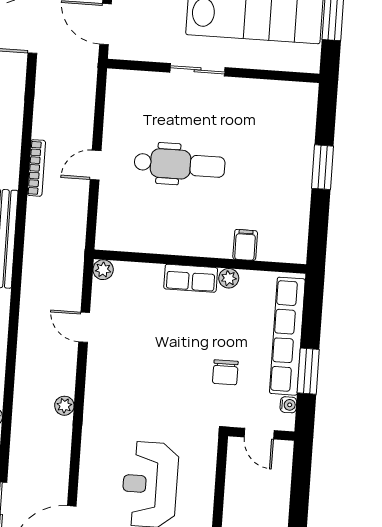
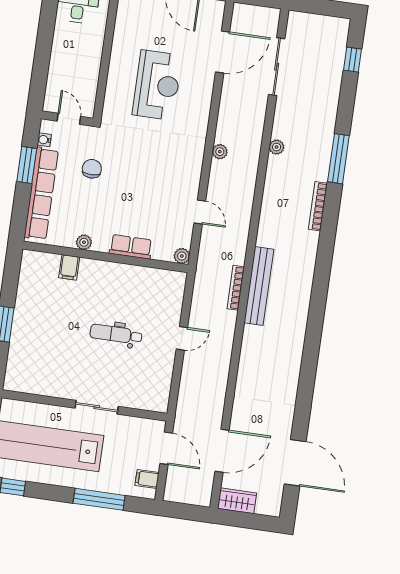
dental chair: (180, 164) -> (116, 334), width x0.73, depth x0.72
bookcase: (36, 168) -> (236, 288), moved
row of seats: (191, 278) -> (131, 247), moved

